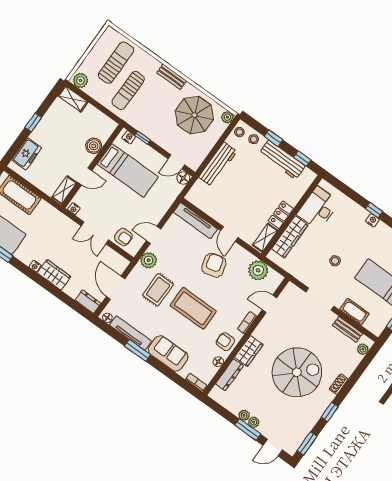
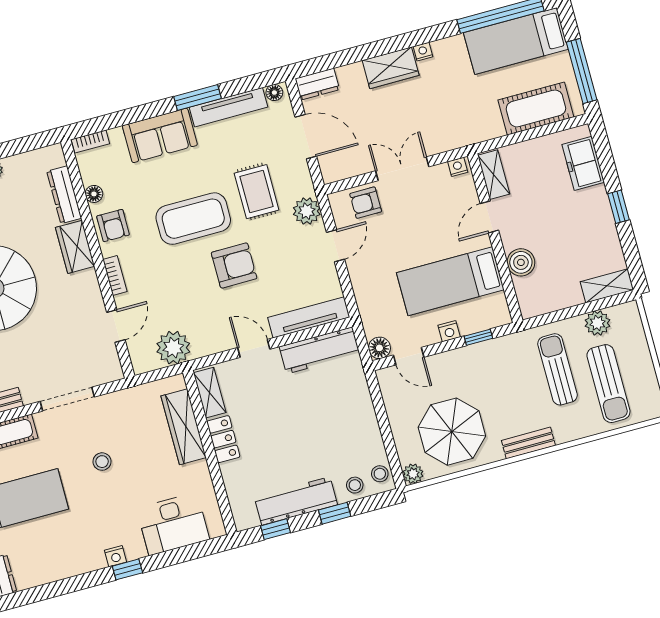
plant: (80, 80) -> (597, 323), moved
nightstand: (129, 137) -> (449, 331), moved
door: (176, 162) -> (409, 356), swing flipped
workbench: (218, 164) -> (320, 350), moved, turned -90
desk: (318, 208) -> (173, 524), moved, turned 90
armchair: (214, 265) -> (234, 266), moved, turned -75
armchair: (225, 342) -> (113, 226), turned 90

